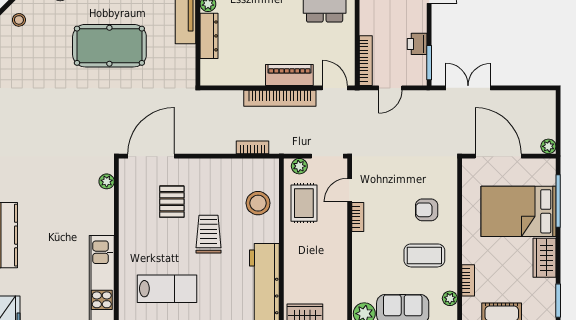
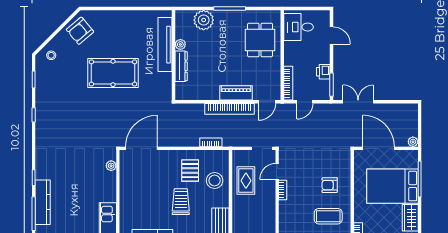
door: (335, 88) -> (267, 102), swing flipped
plant: (299, 166) -> (243, 155), removed
pallet: (172, 202) -> (190, 171), moved

